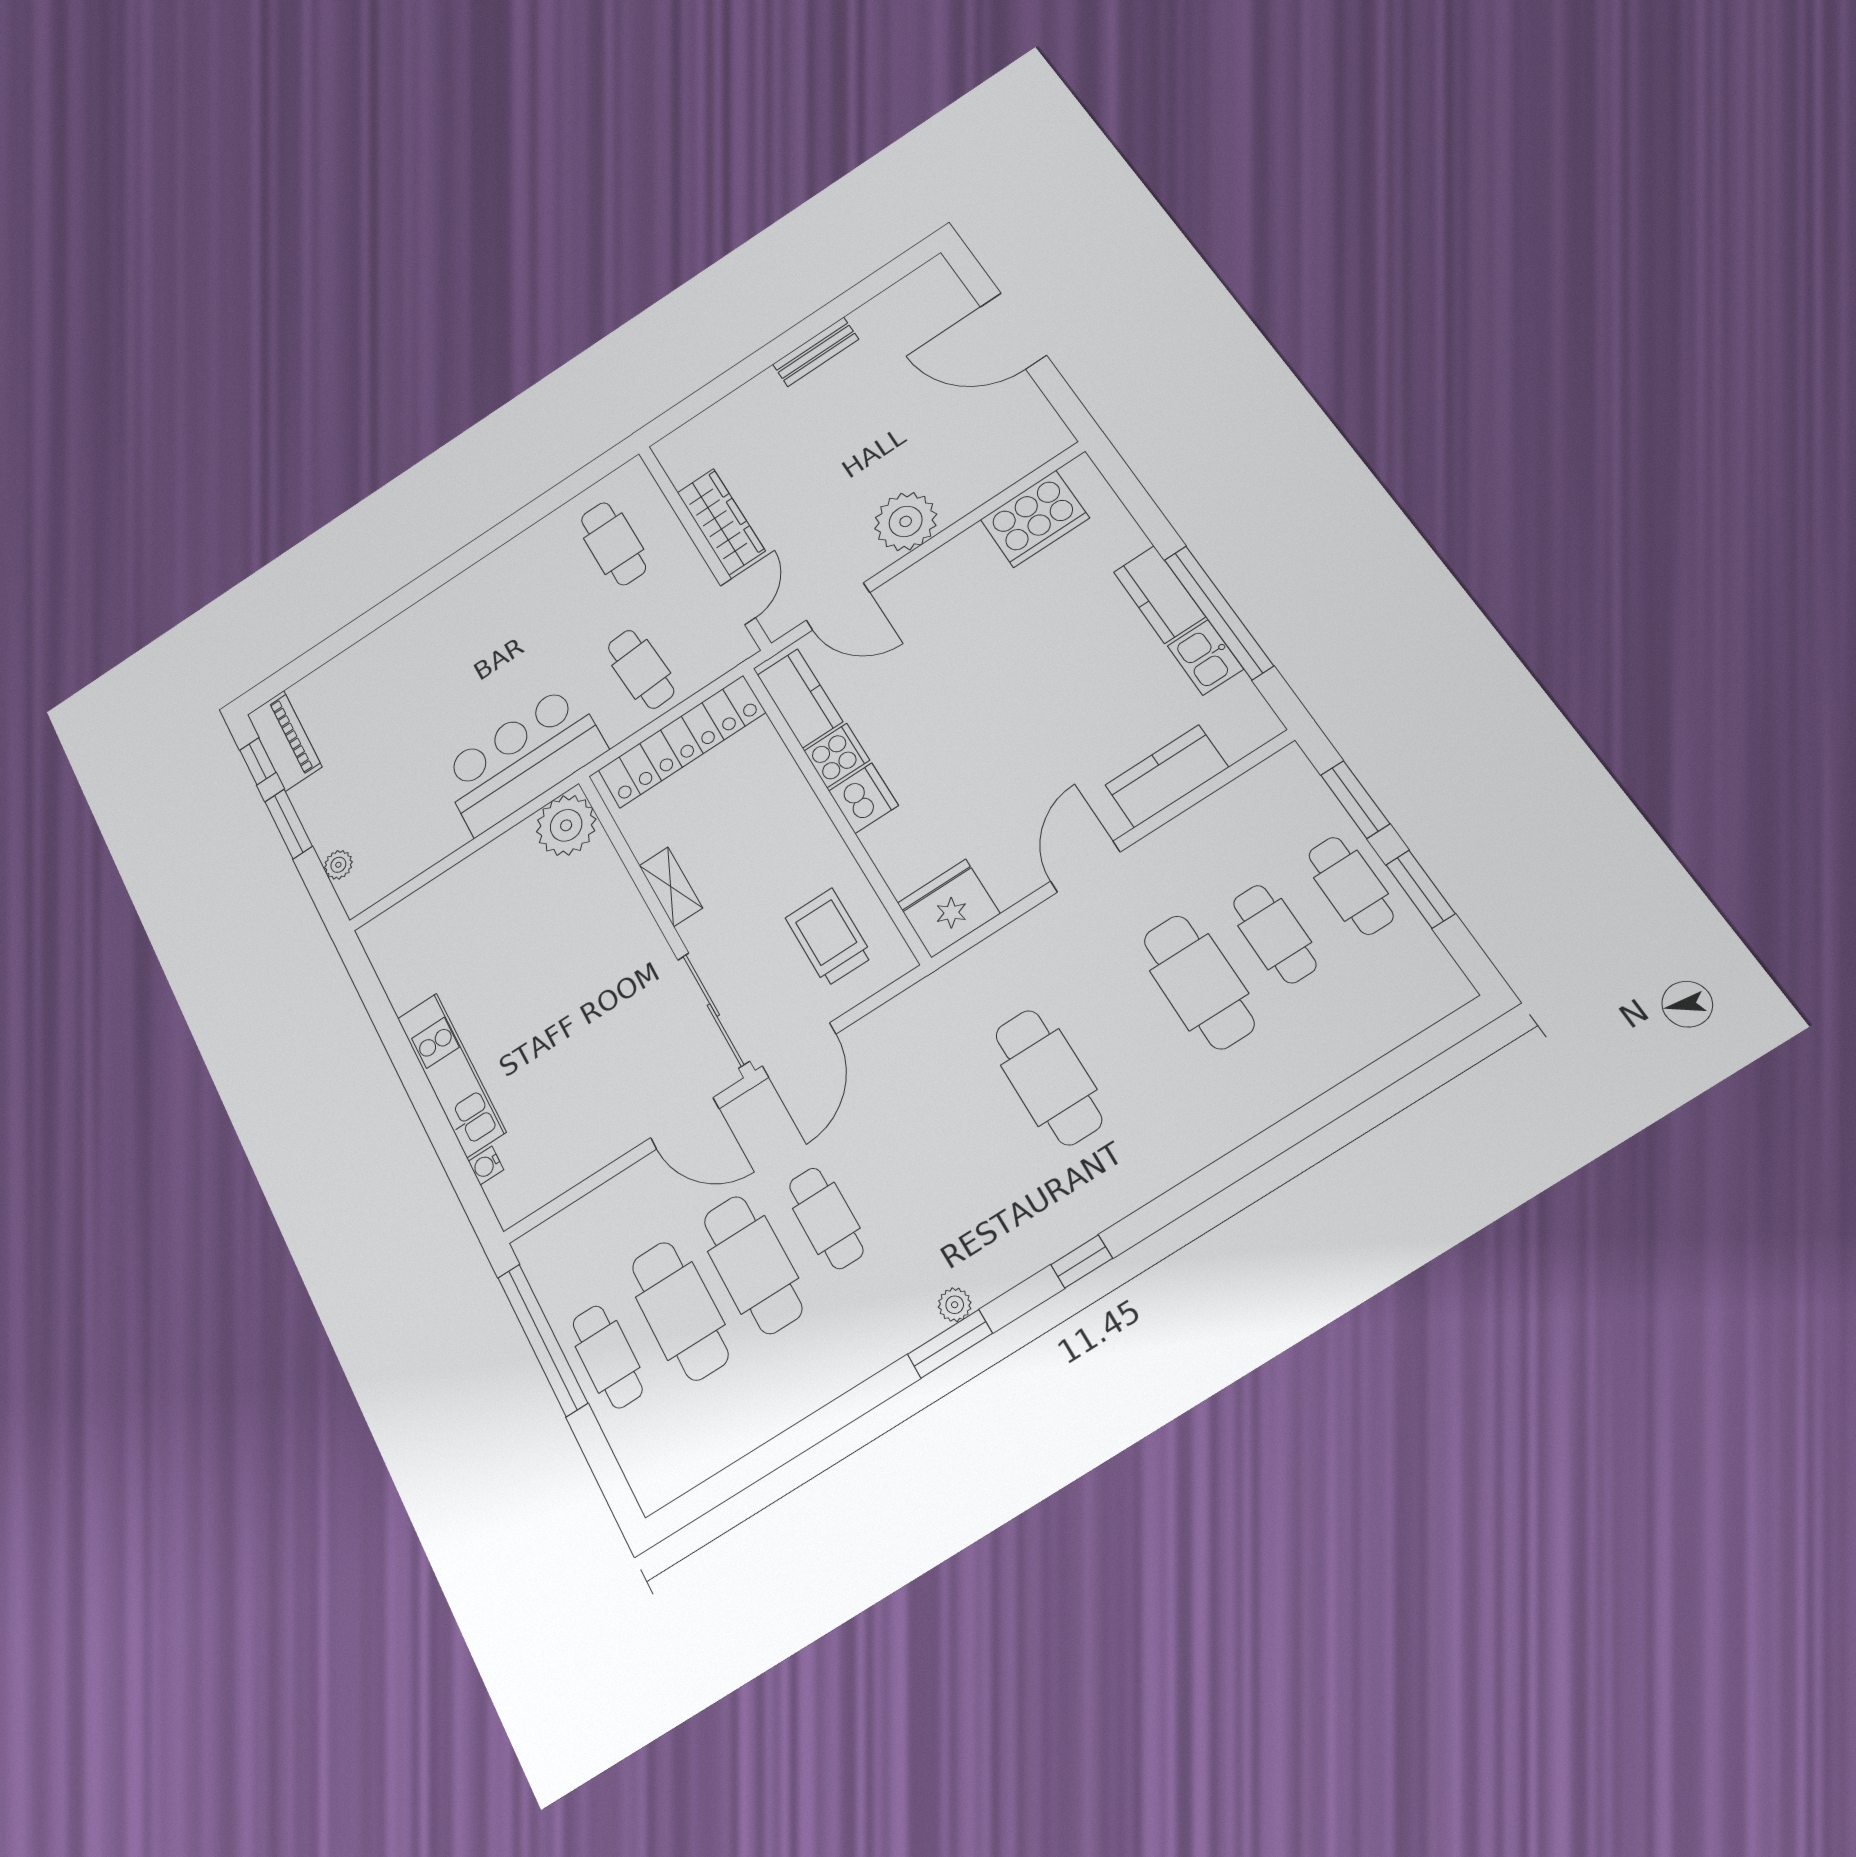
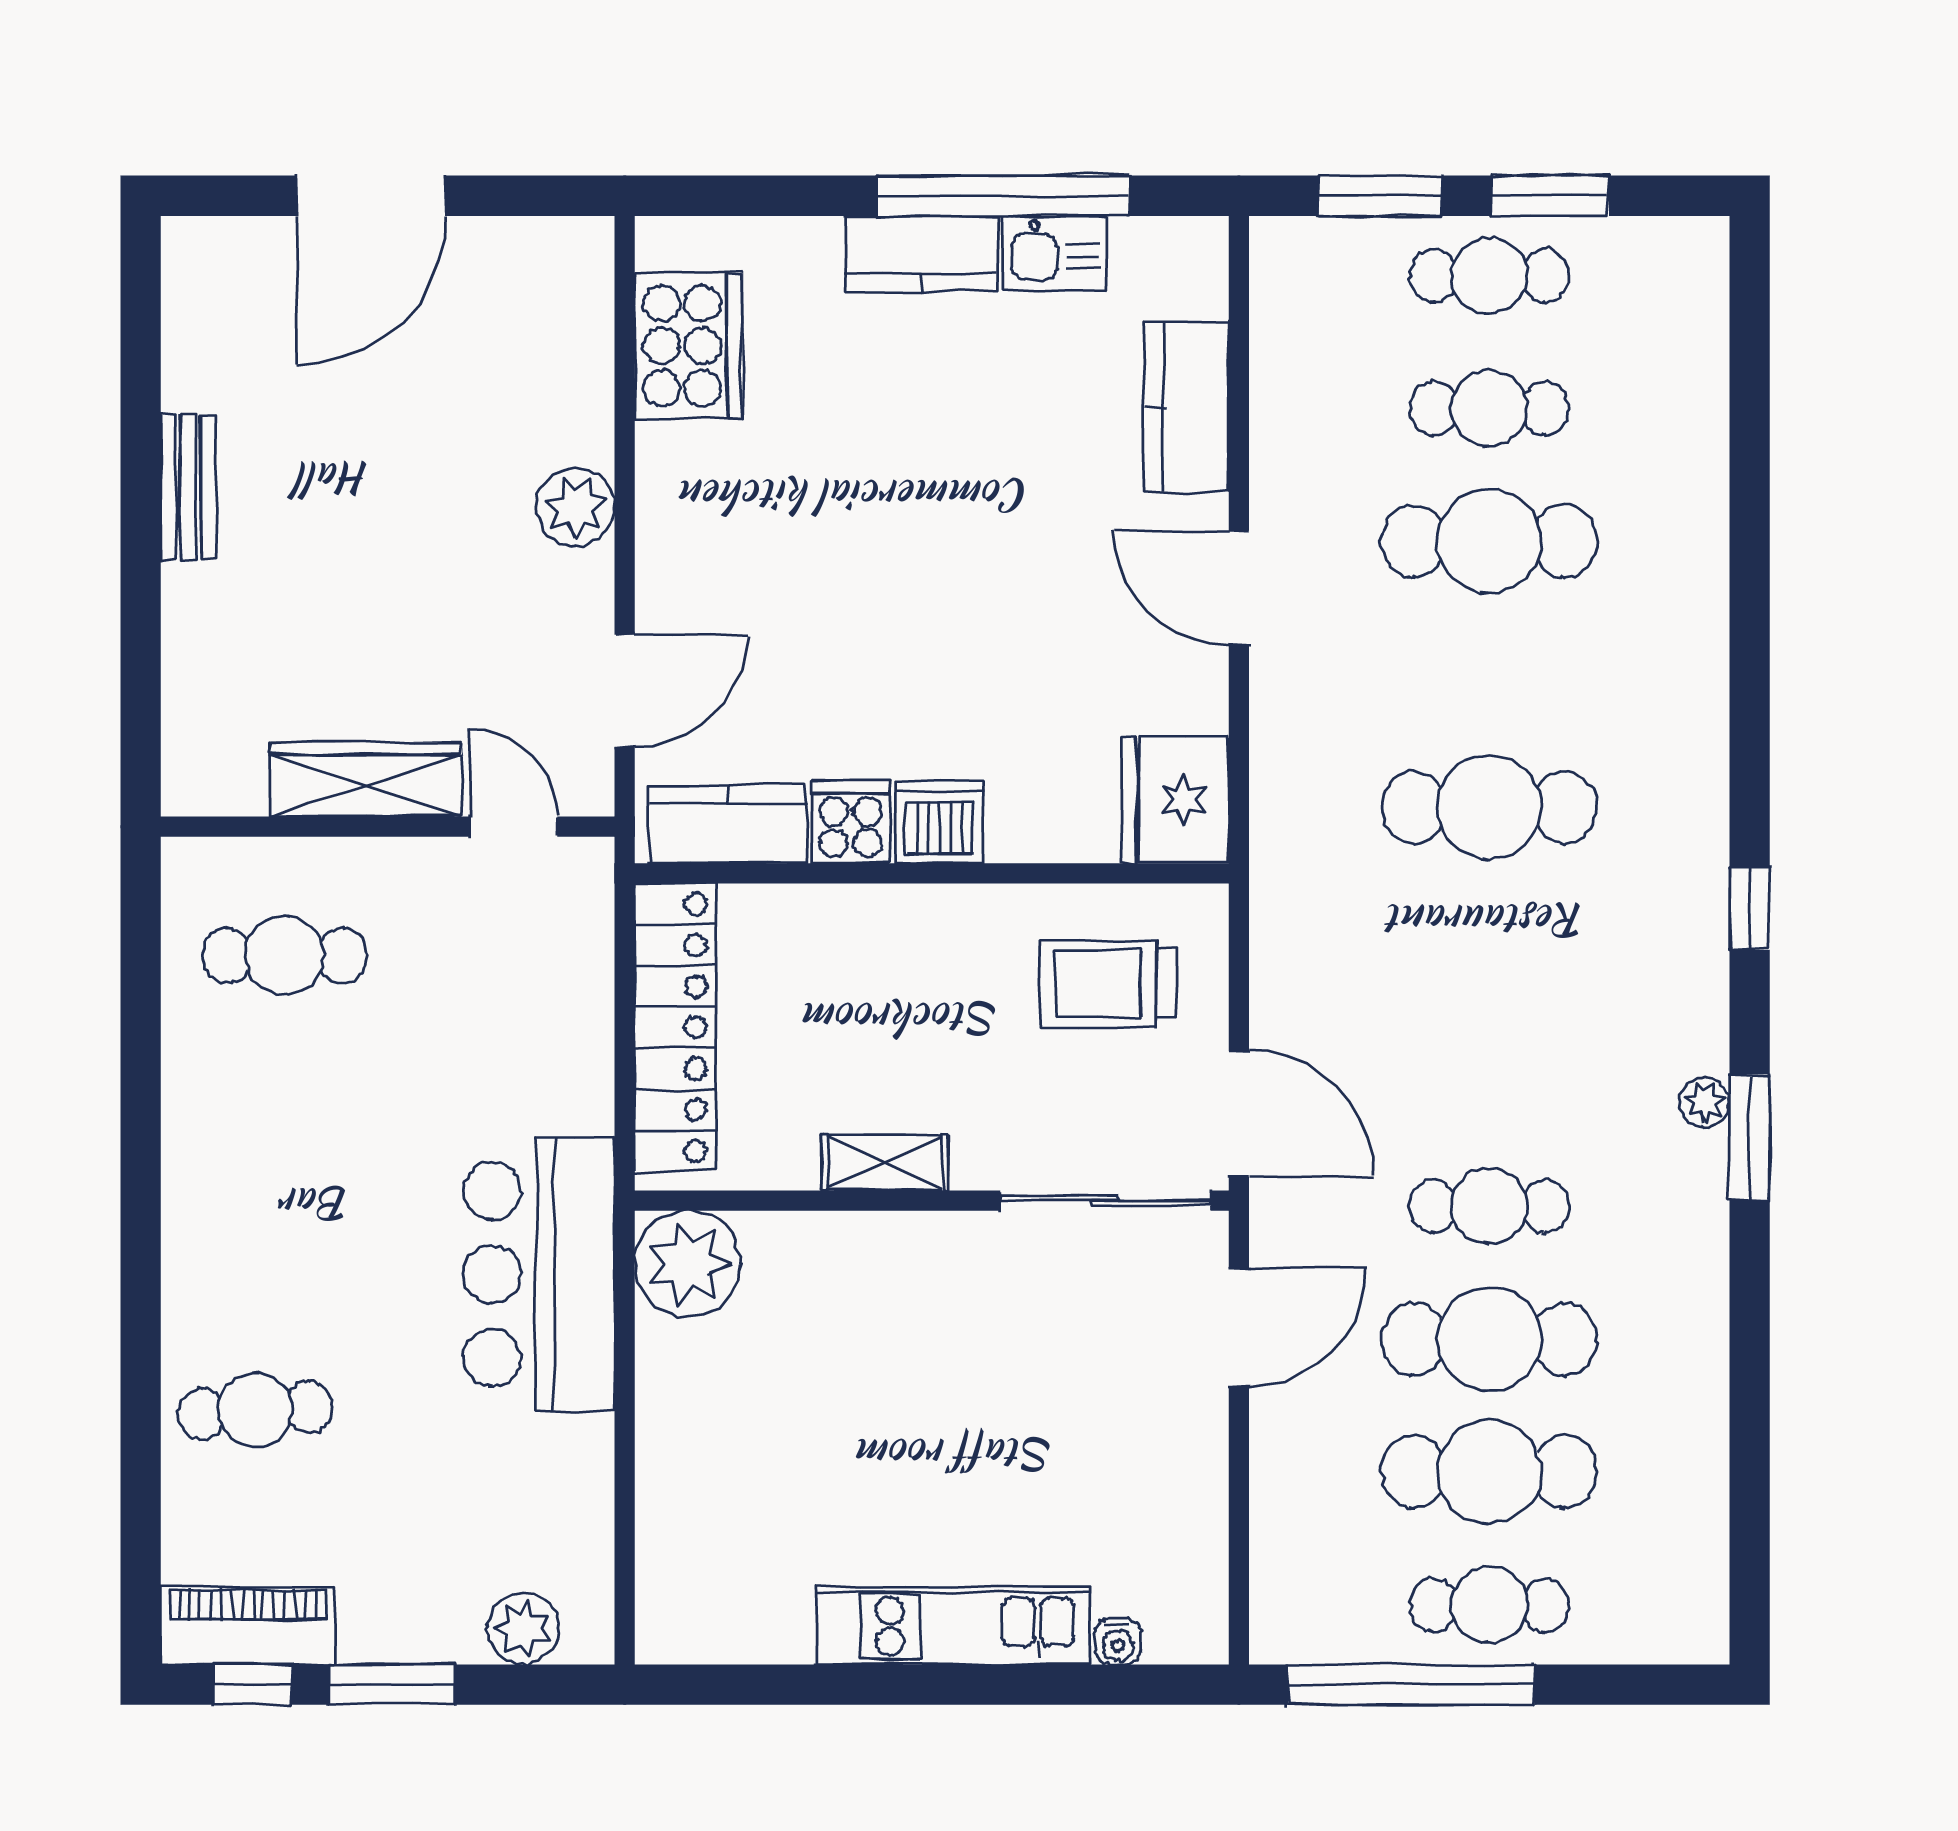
plant: (906, 521) -> (576, 507), width x0.73, depth x0.73
cafe table: (641, 669) -> (255, 1410), moved
plant: (338, 865) -> (523, 1629), width x1.38, depth x1.38

